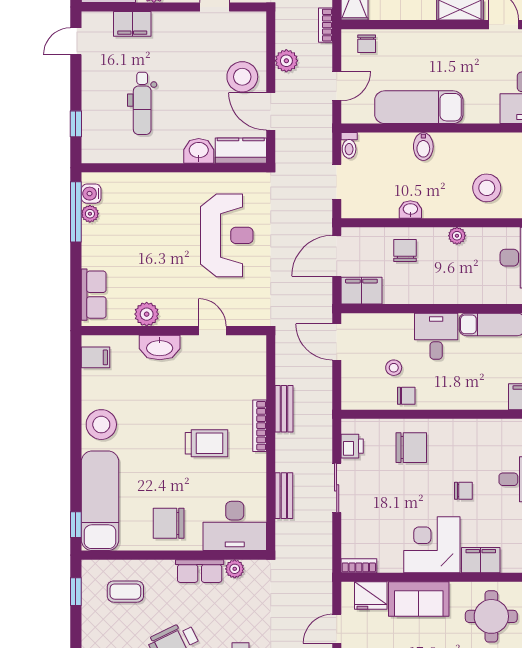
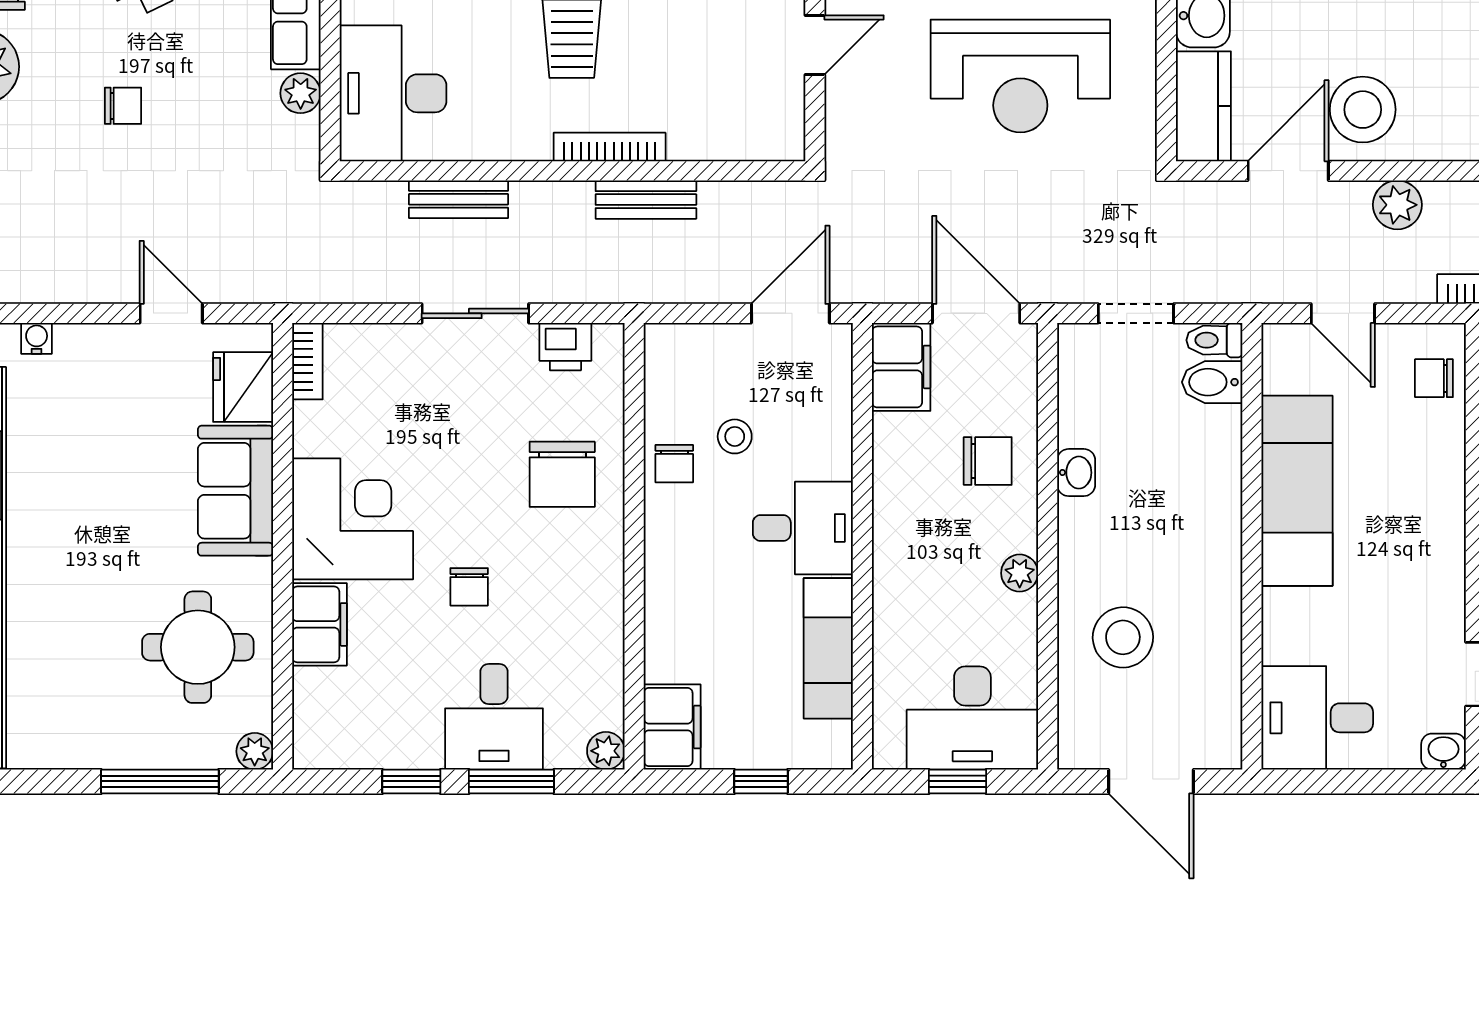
bidet: (423, 147) -> (1212, 382), moved

